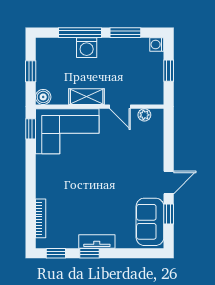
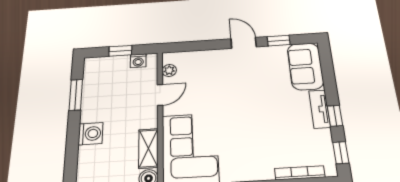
window: (80, 33) -> (73, 142), removed
washing machine: (157, 44) -> (138, 61), moved
shelving: (87, 97) -> (148, 148), moved
sofa: (150, 222) -> (305, 66), moved, turned 90

